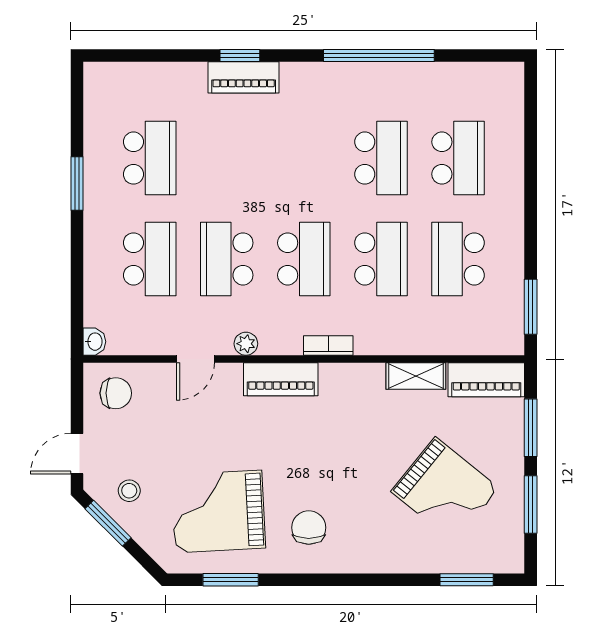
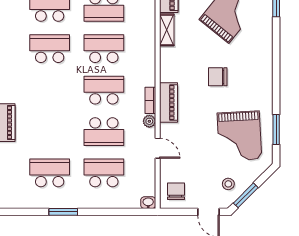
bookcase: (328, 346) -> (150, 100), moved
chair: (309, 528) -> (218, 77), moved

